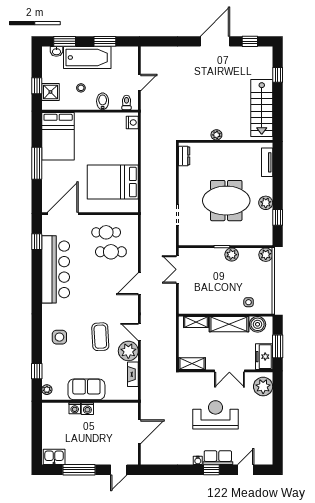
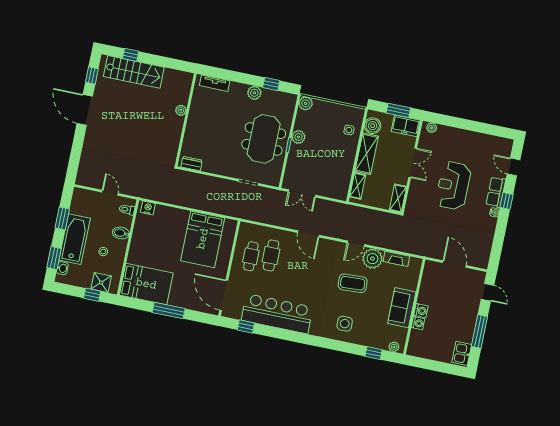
stairs: (262, 108) -> (134, 72), moved
plant: (216, 135) -> (181, 110), moved
meeting table: (226, 201) -> (264, 139), moved
plant: (263, 387) -> (432, 128), width x0.53, depth x0.53

